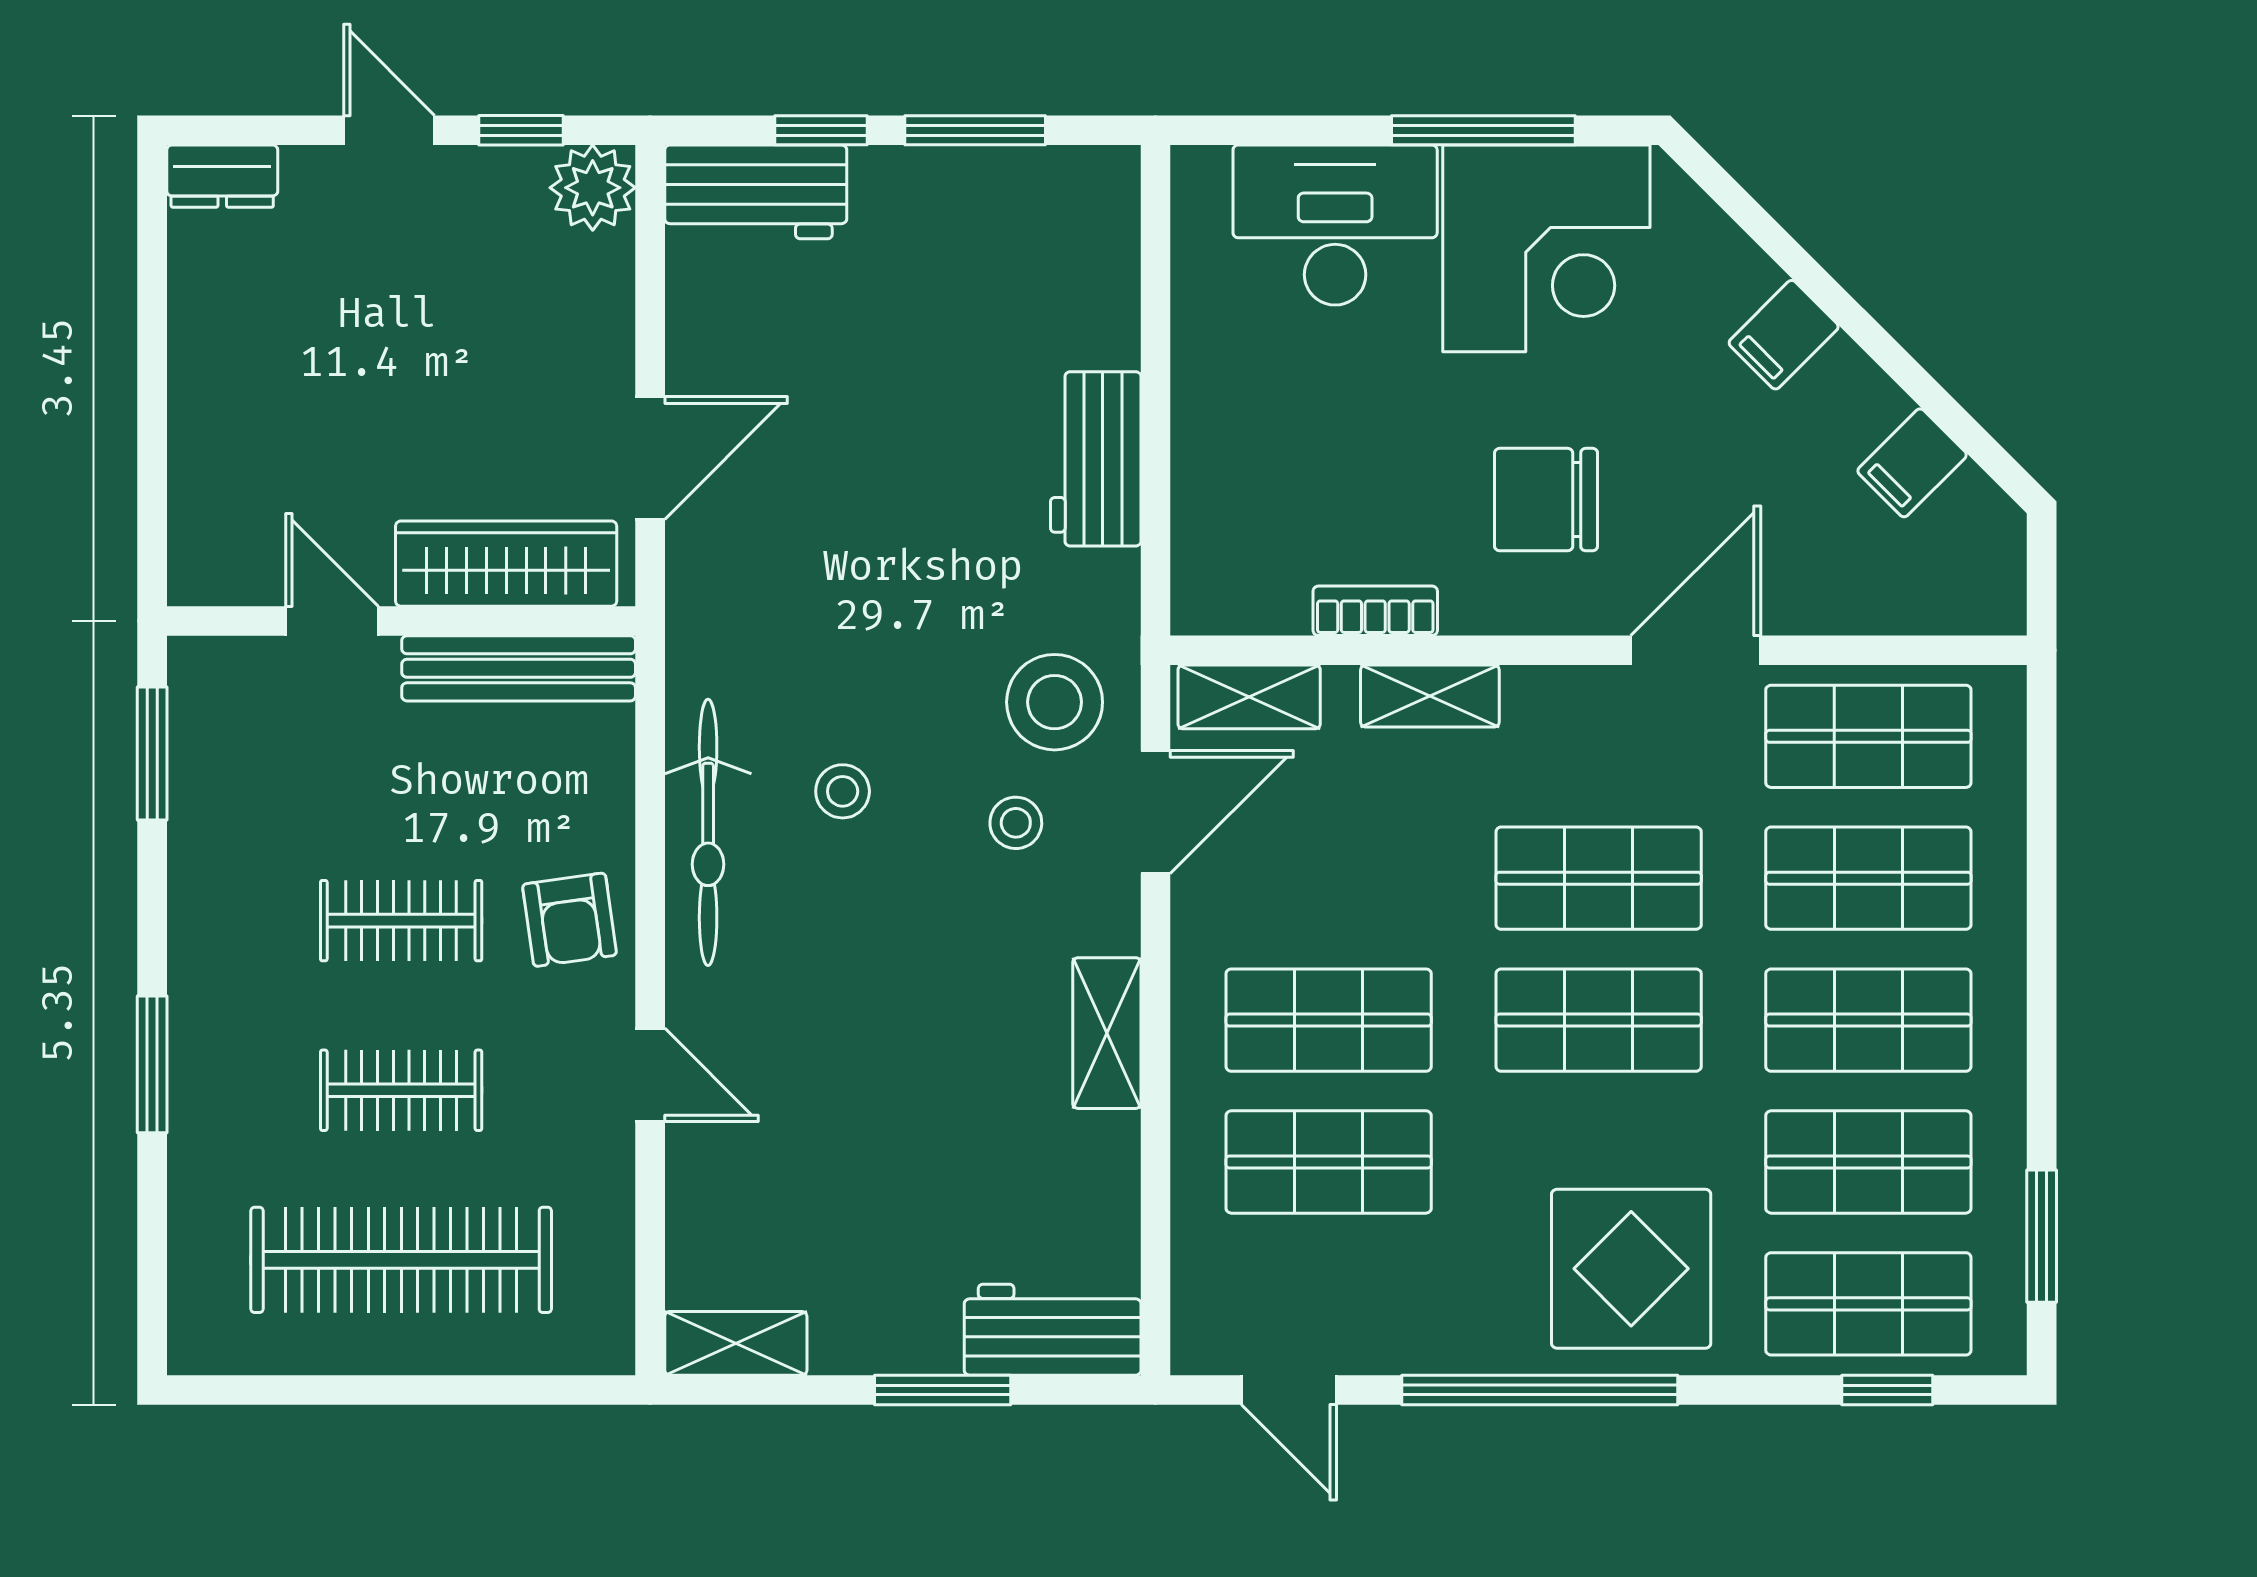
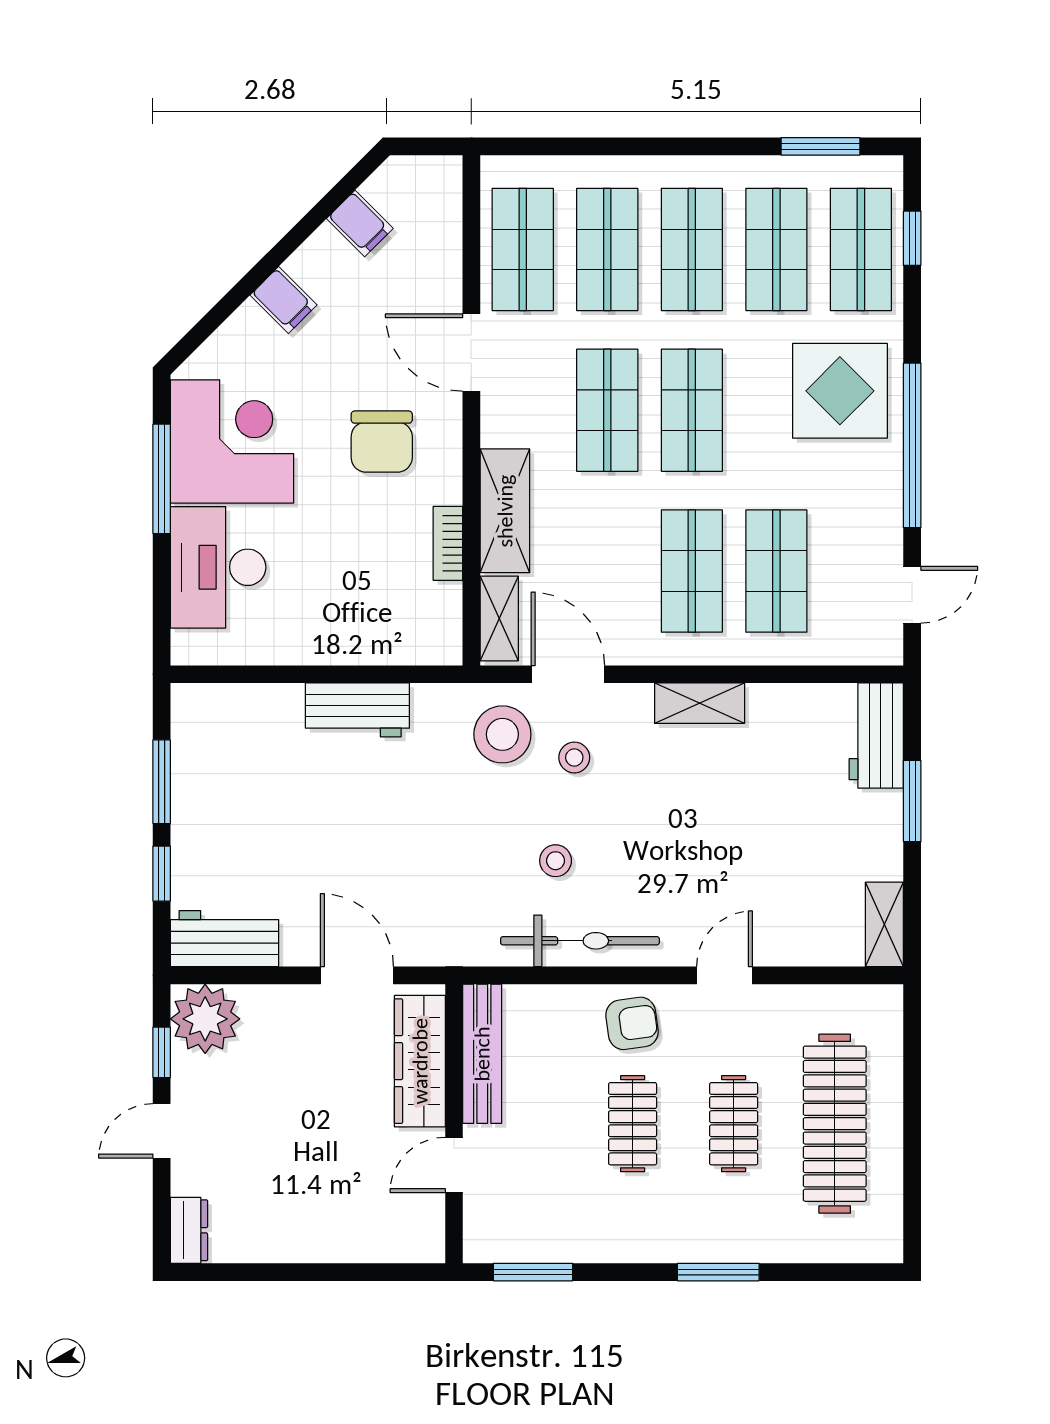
plant: (593, 188) -> (205, 1019), width x1.36, depth x1.36
workbench: (756, 192) -> (225, 939), moved, turned -90
shelving: (1430, 696) -> (505, 511), width x1.50, depth x1.33

